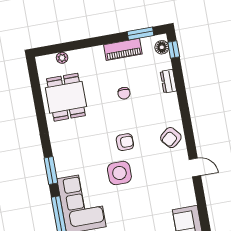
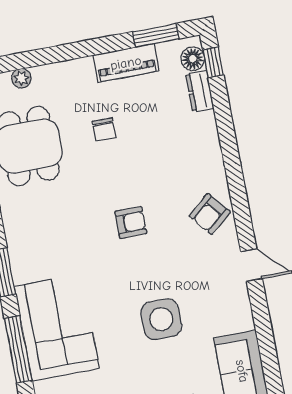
dresser: (168, 81) -> (200, 91), moved
chair: (124, 93) -> (104, 130), moved
side table: (119, 173) -> (161, 319), moved

